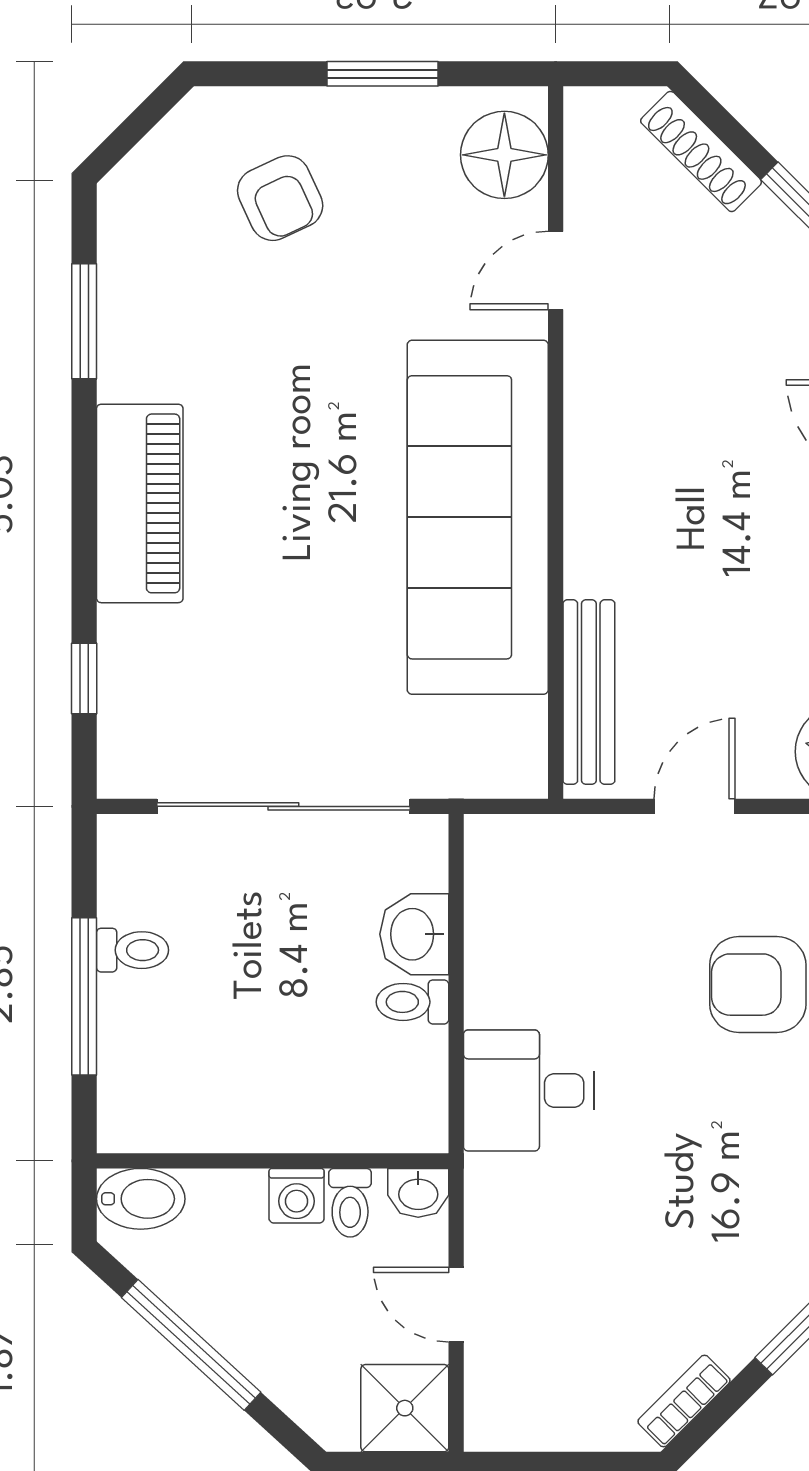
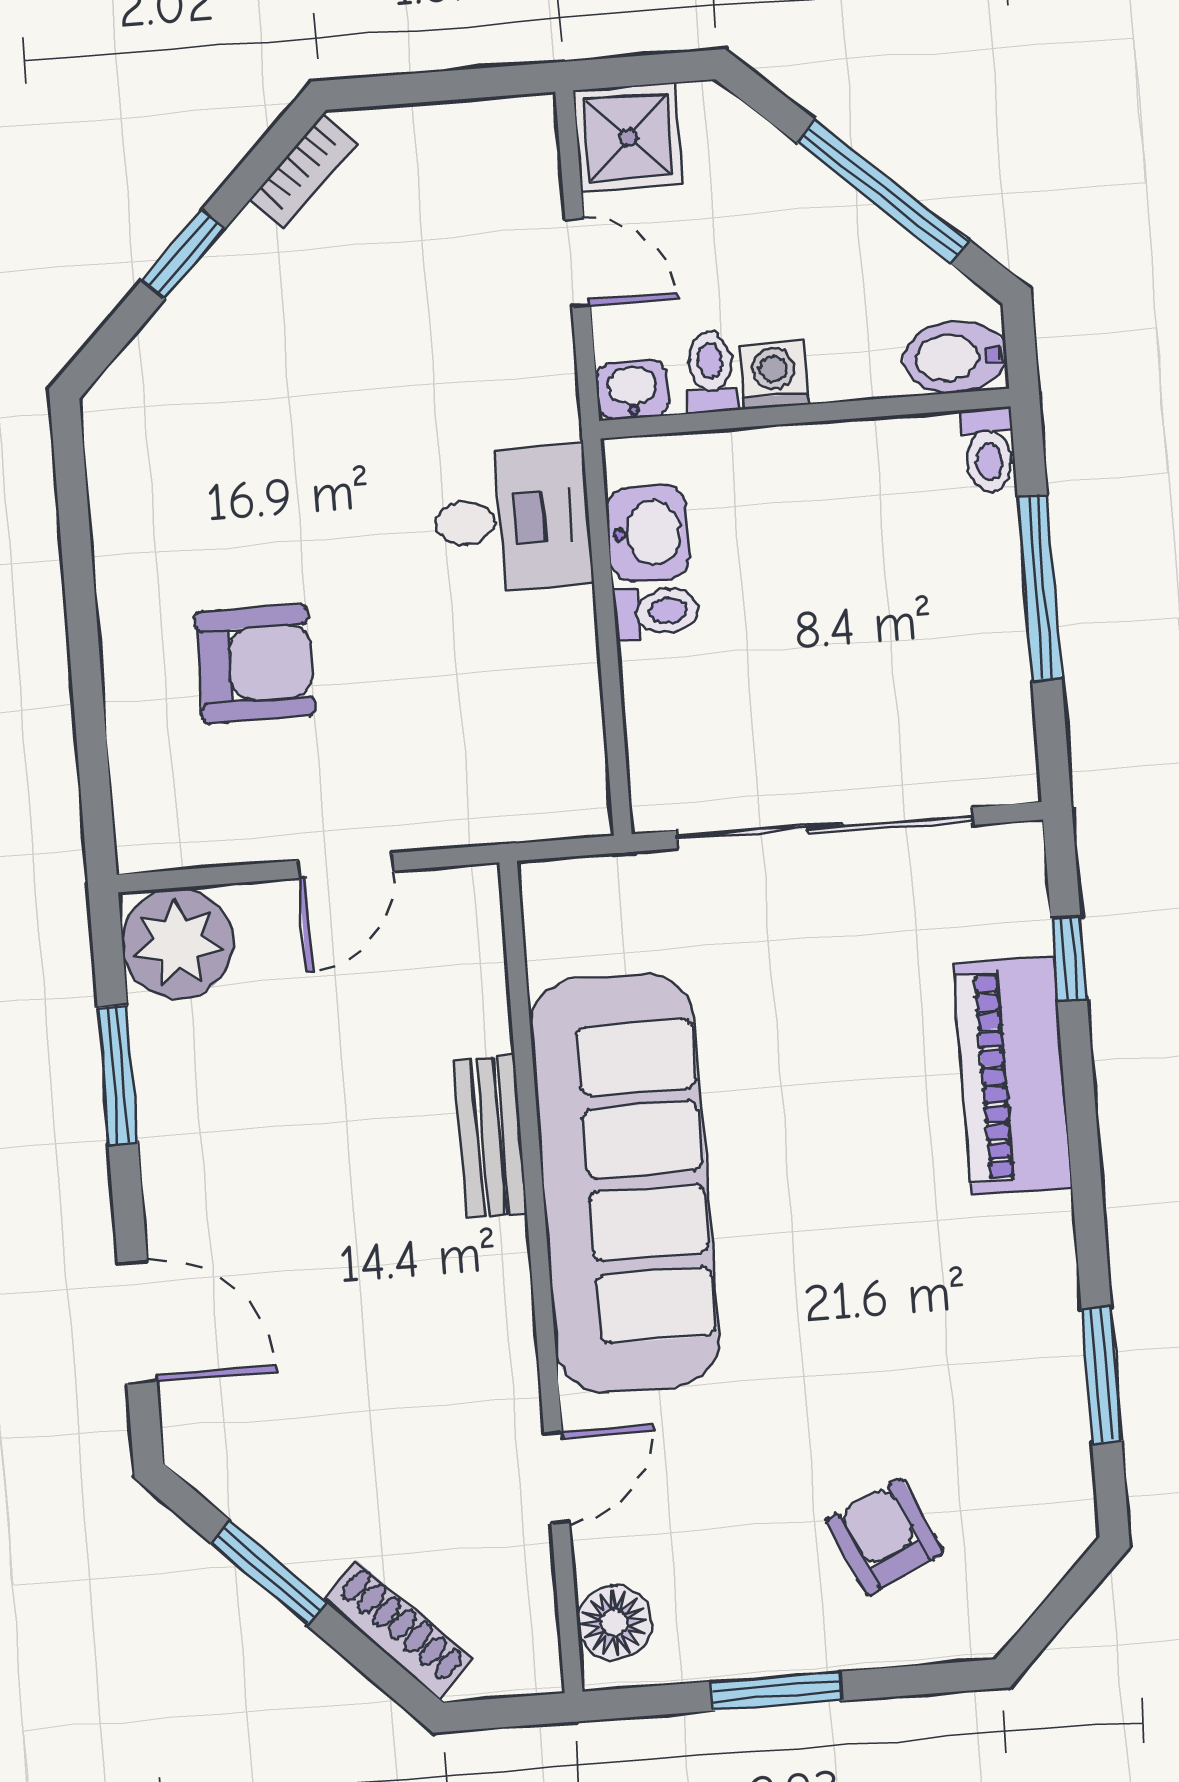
floor lamp: (504, 155) -> (614, 1623), width x0.73, depth x0.73
piano: (140, 503) -> (1013, 1075), moved
bench: (589, 692) -> (491, 1136), moved, width x0.73
washbasin: (414, 934) -> (648, 533), moved
toilet: (133, 950) -> (988, 450), moved, turned -90

